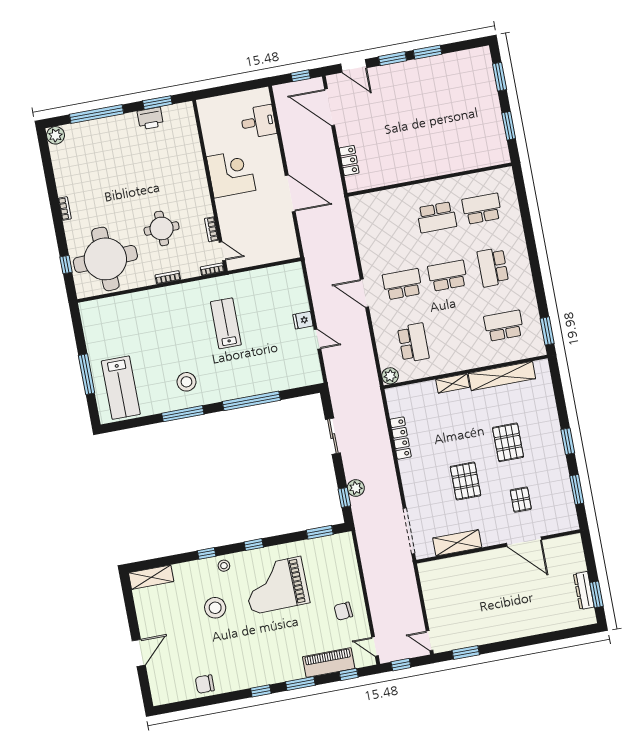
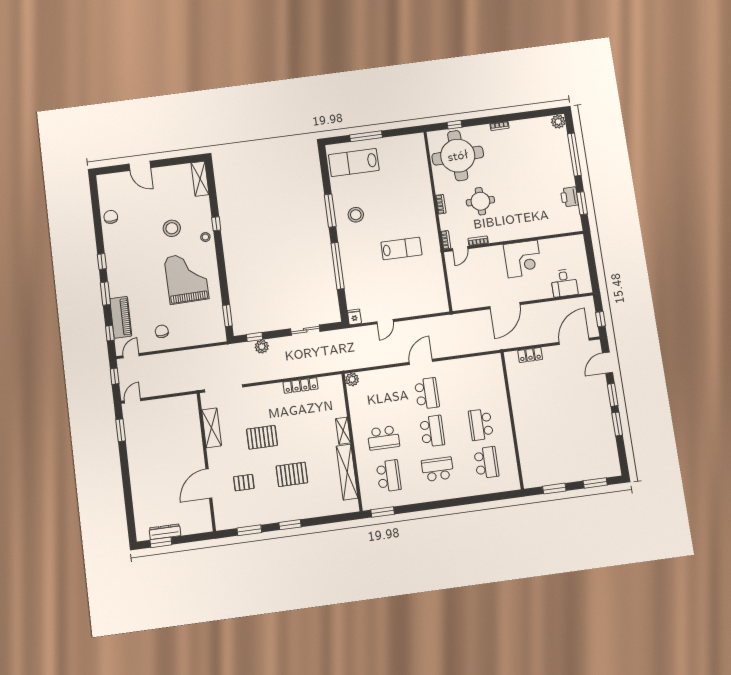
fridge: (303, 320) -> (354, 317), moved
school desk: (413, 343) -> (383, 438), moved
window: (254, 545) -> (221, 262), removed

